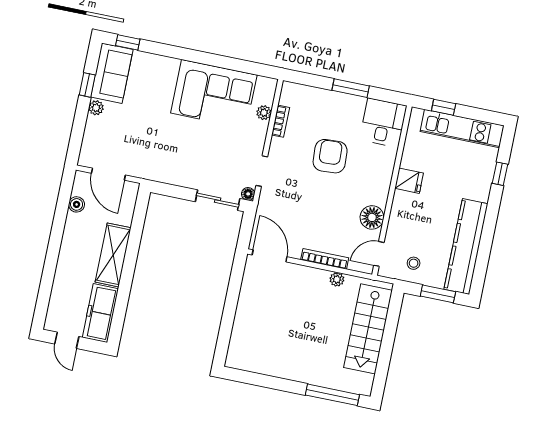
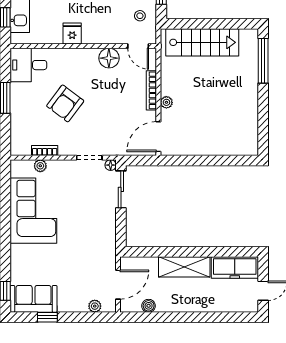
plant: (96, 108) -> (95, 306), moved
armchair: (330, 156) -> (65, 103), turned -50
plant: (337, 279) -> (166, 102), moved

